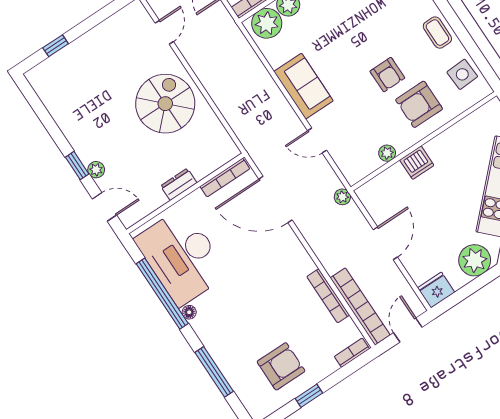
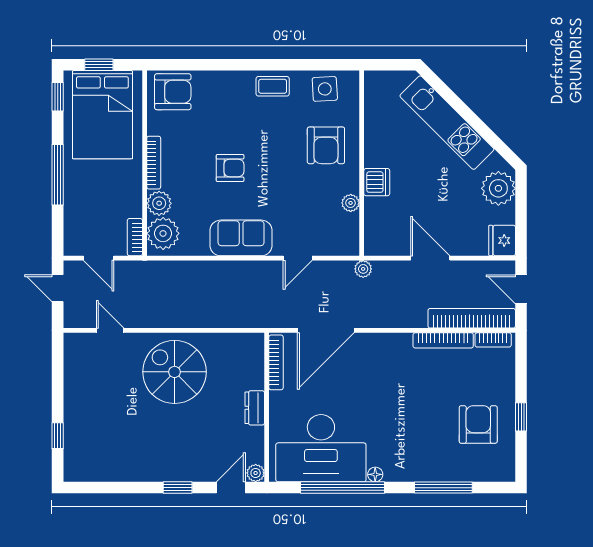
armchair: (387, 75) -> (230, 168), moved
plant: (96, 170) -> (256, 473), moved
bookcase: (352, 353) -> (493, 340), moved, turned -90

